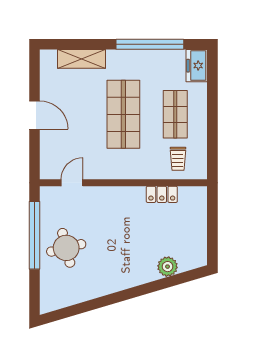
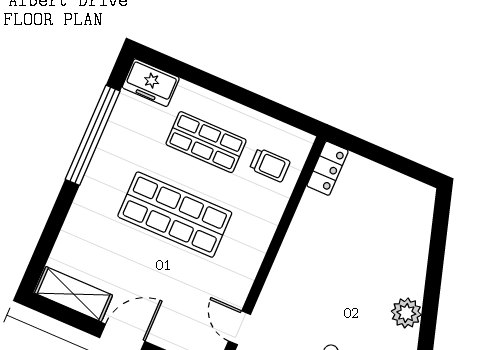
shelving: (81, 59) -> (74, 294), moved, turned 90
locker: (162, 194) -> (328, 168), moved
plant: (168, 267) -> (406, 313), moved

